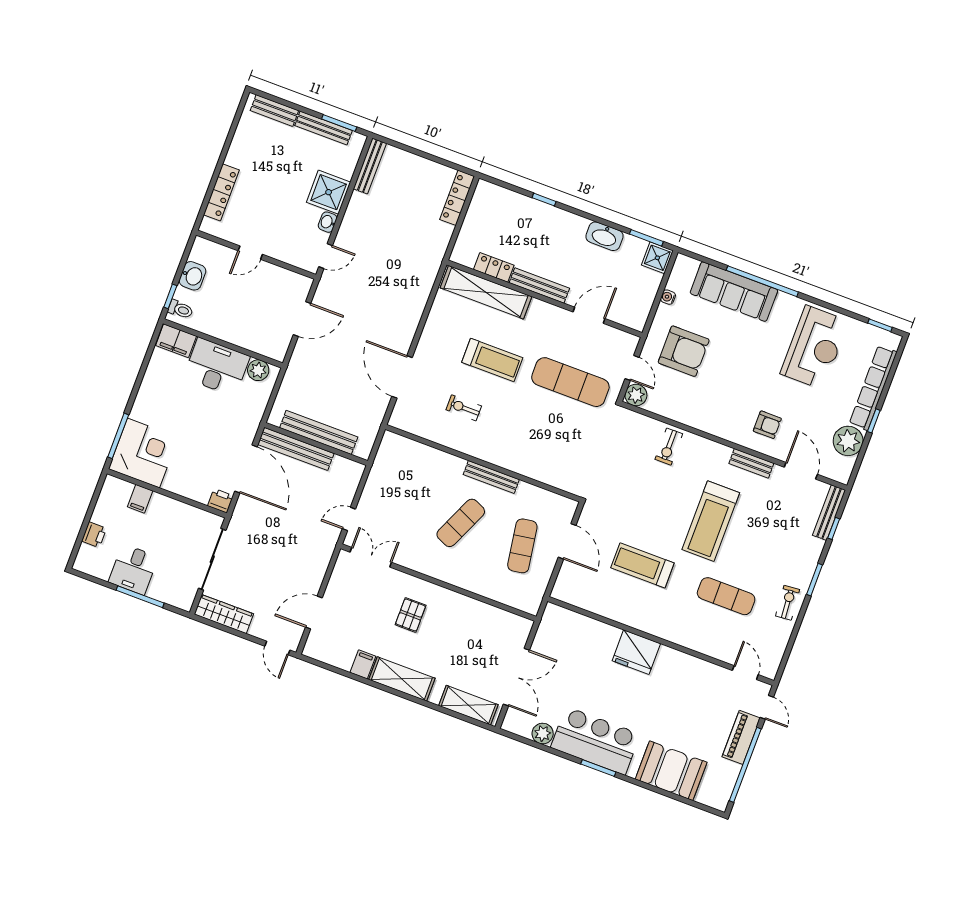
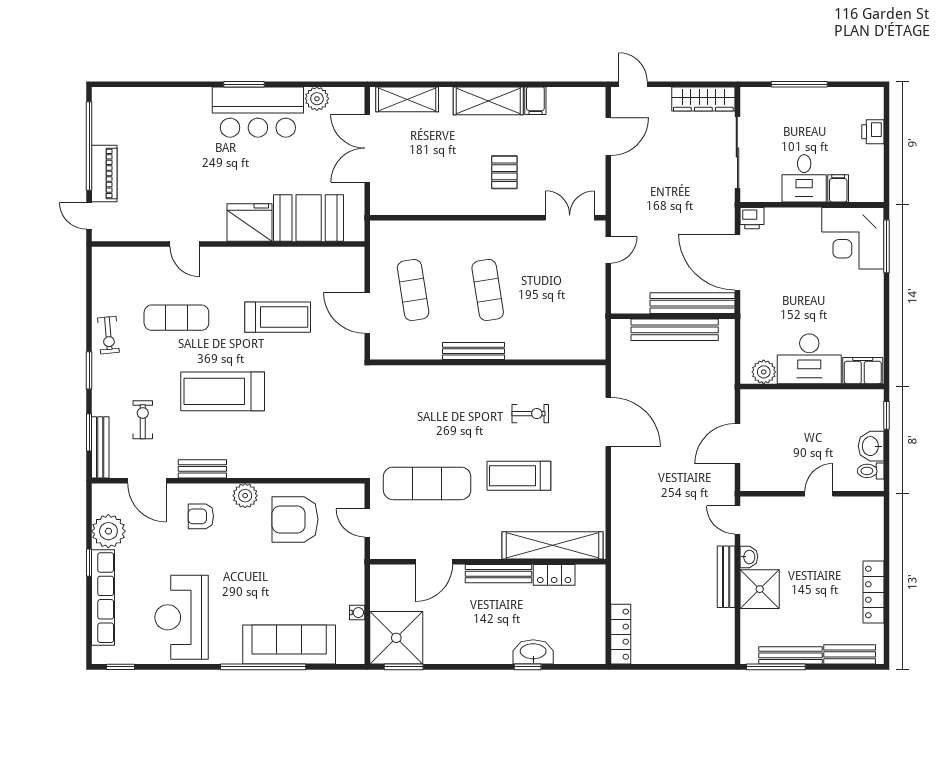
window: (339, 123) -> (776, 667), width x1.44
bench: (370, 166) -> (726, 577), moved
locker: (221, 192) -> (874, 592), moved
washbasin: (605, 236) -> (533, 652), moved
door: (326, 256) -> (737, 520), hinge flipped
shower: (657, 258) -> (396, 638), width x1.86, depth x1.86
toilet: (180, 309) -> (871, 471), moved
armchair: (684, 351) -> (295, 519), moved
plant: (636, 395) -> (245, 496), moved
exercise bike: (669, 447) -> (143, 420), moved
treadmill: (711, 521) -> (223, 391), turned -90
exercise mat: (461, 523) -> (488, 290), turned -33
window: (834, 528) -> (89, 432), width x1.50
double door: (371, 557) -> (570, 218), swing flipped
desk: (133, 569) -> (804, 178), moved, turned 180
door: (745, 673) -> (185, 244), moved
booth: (671, 771) -> (309, 218), moved

